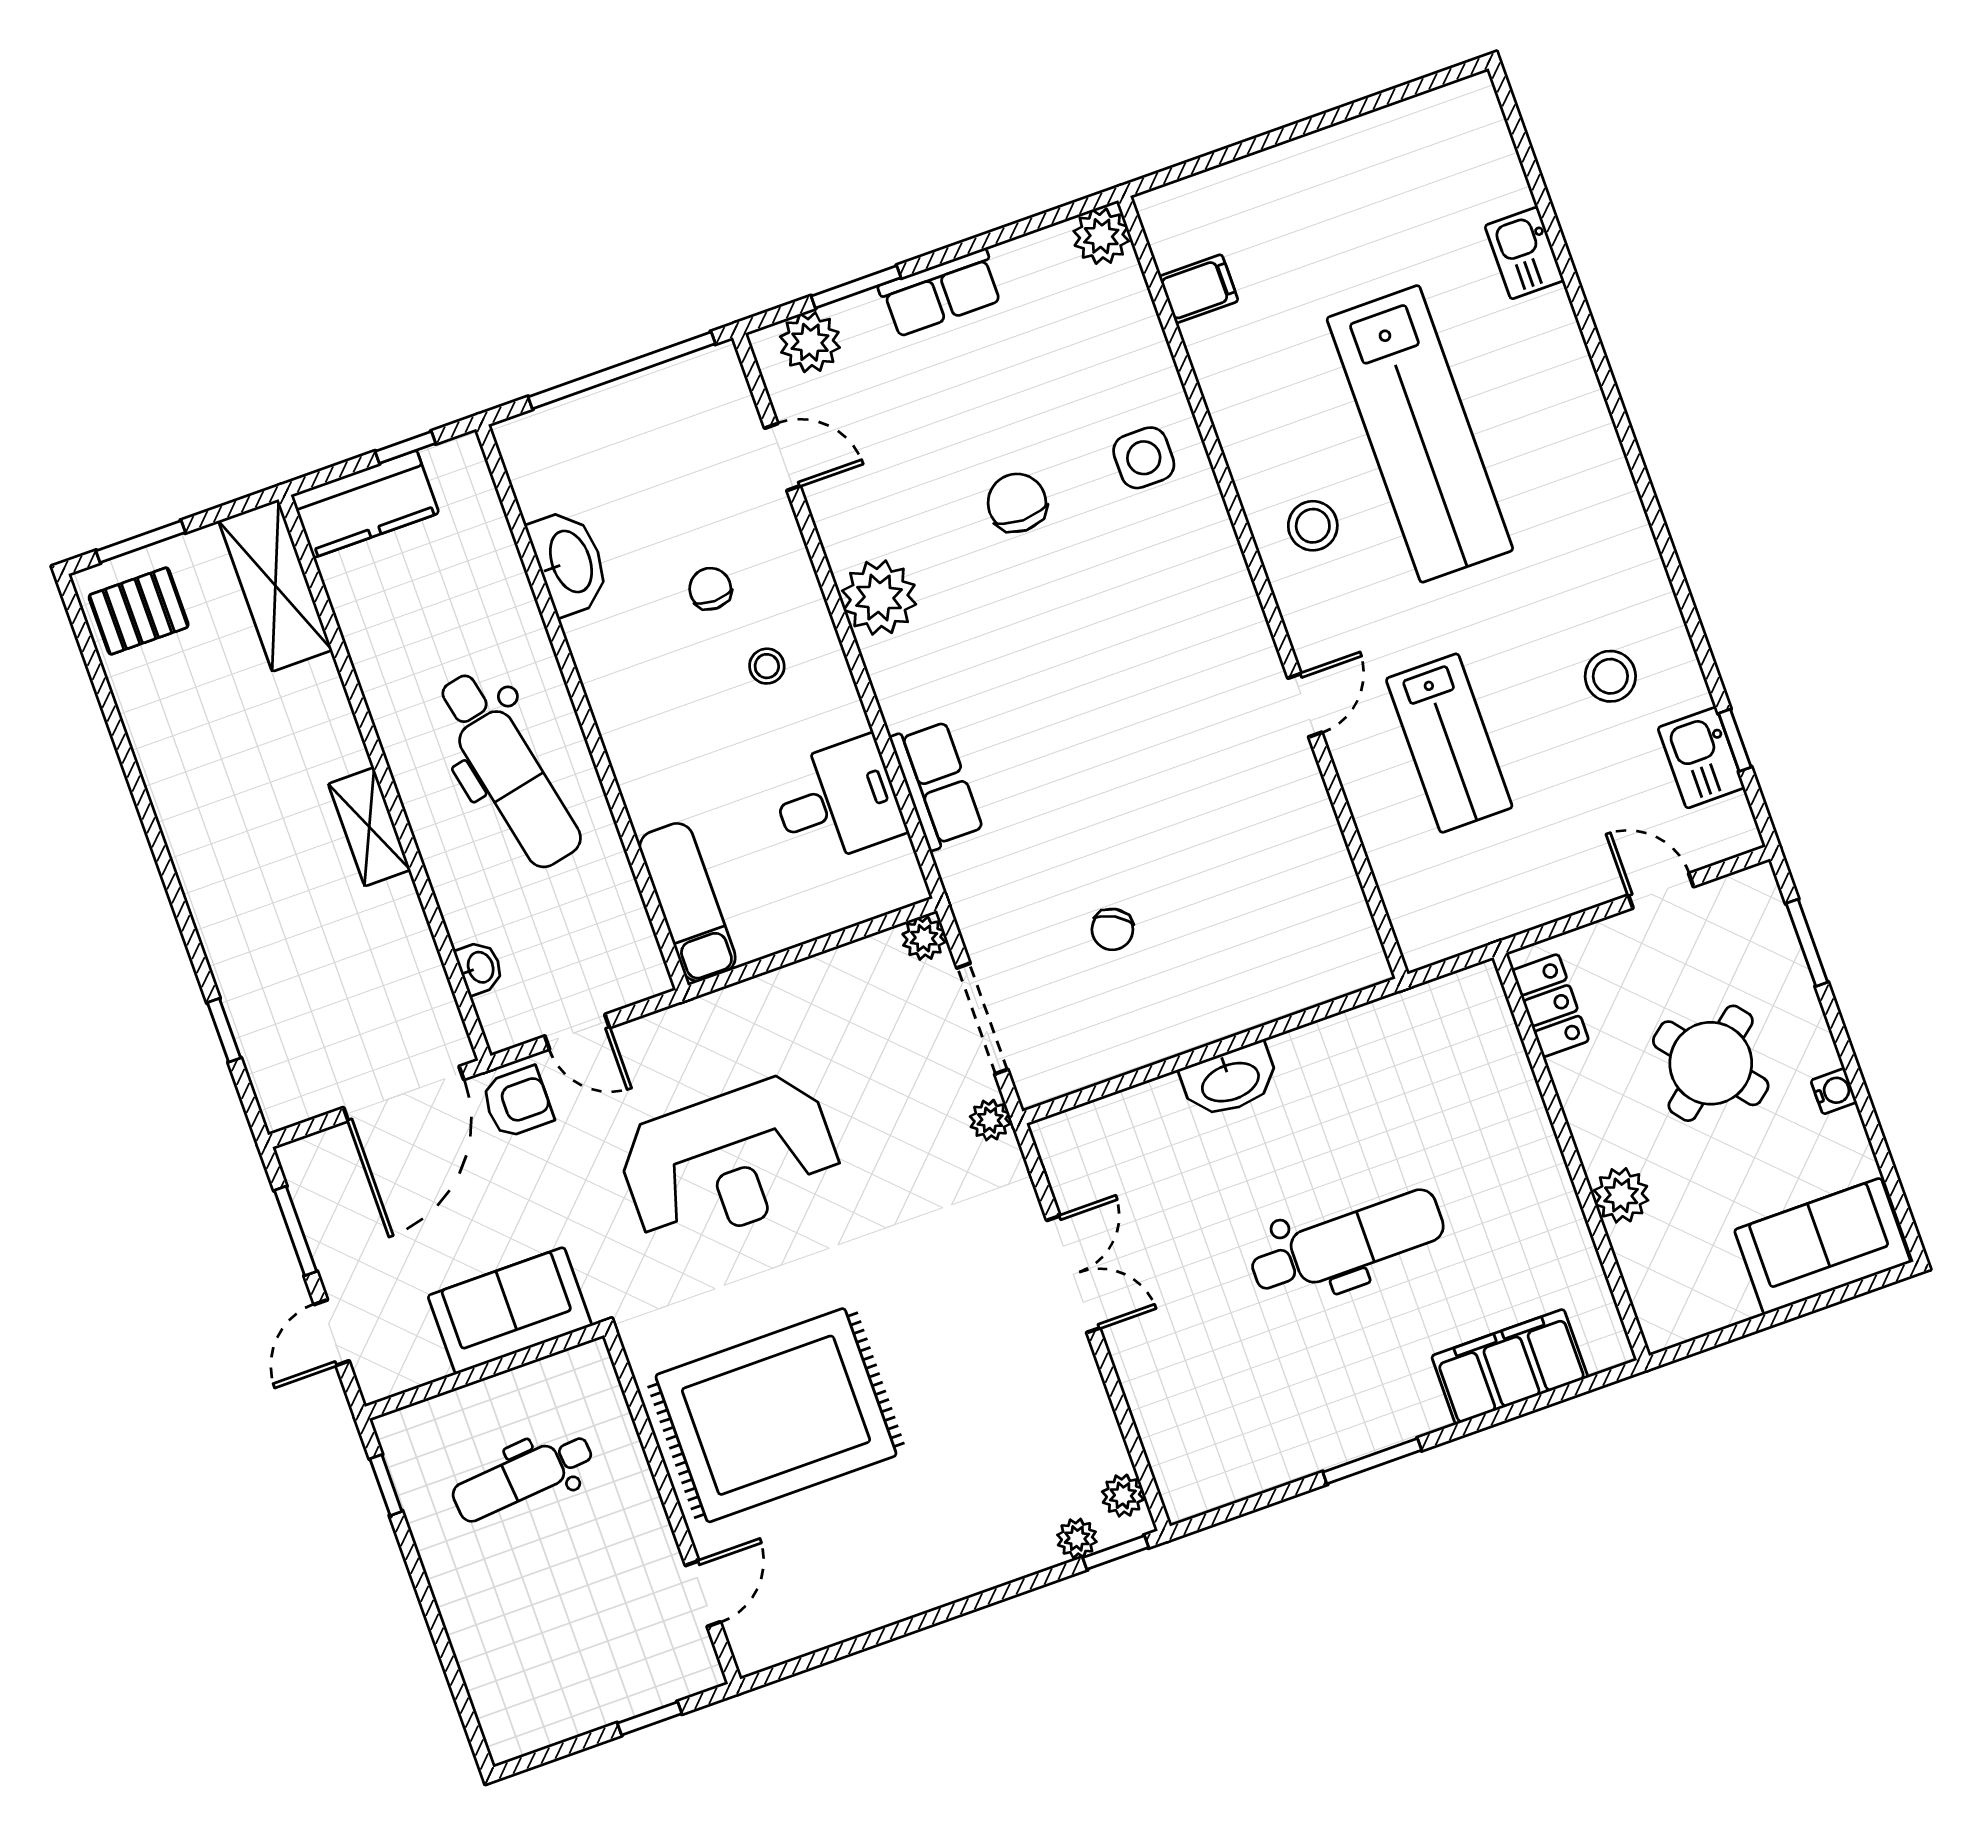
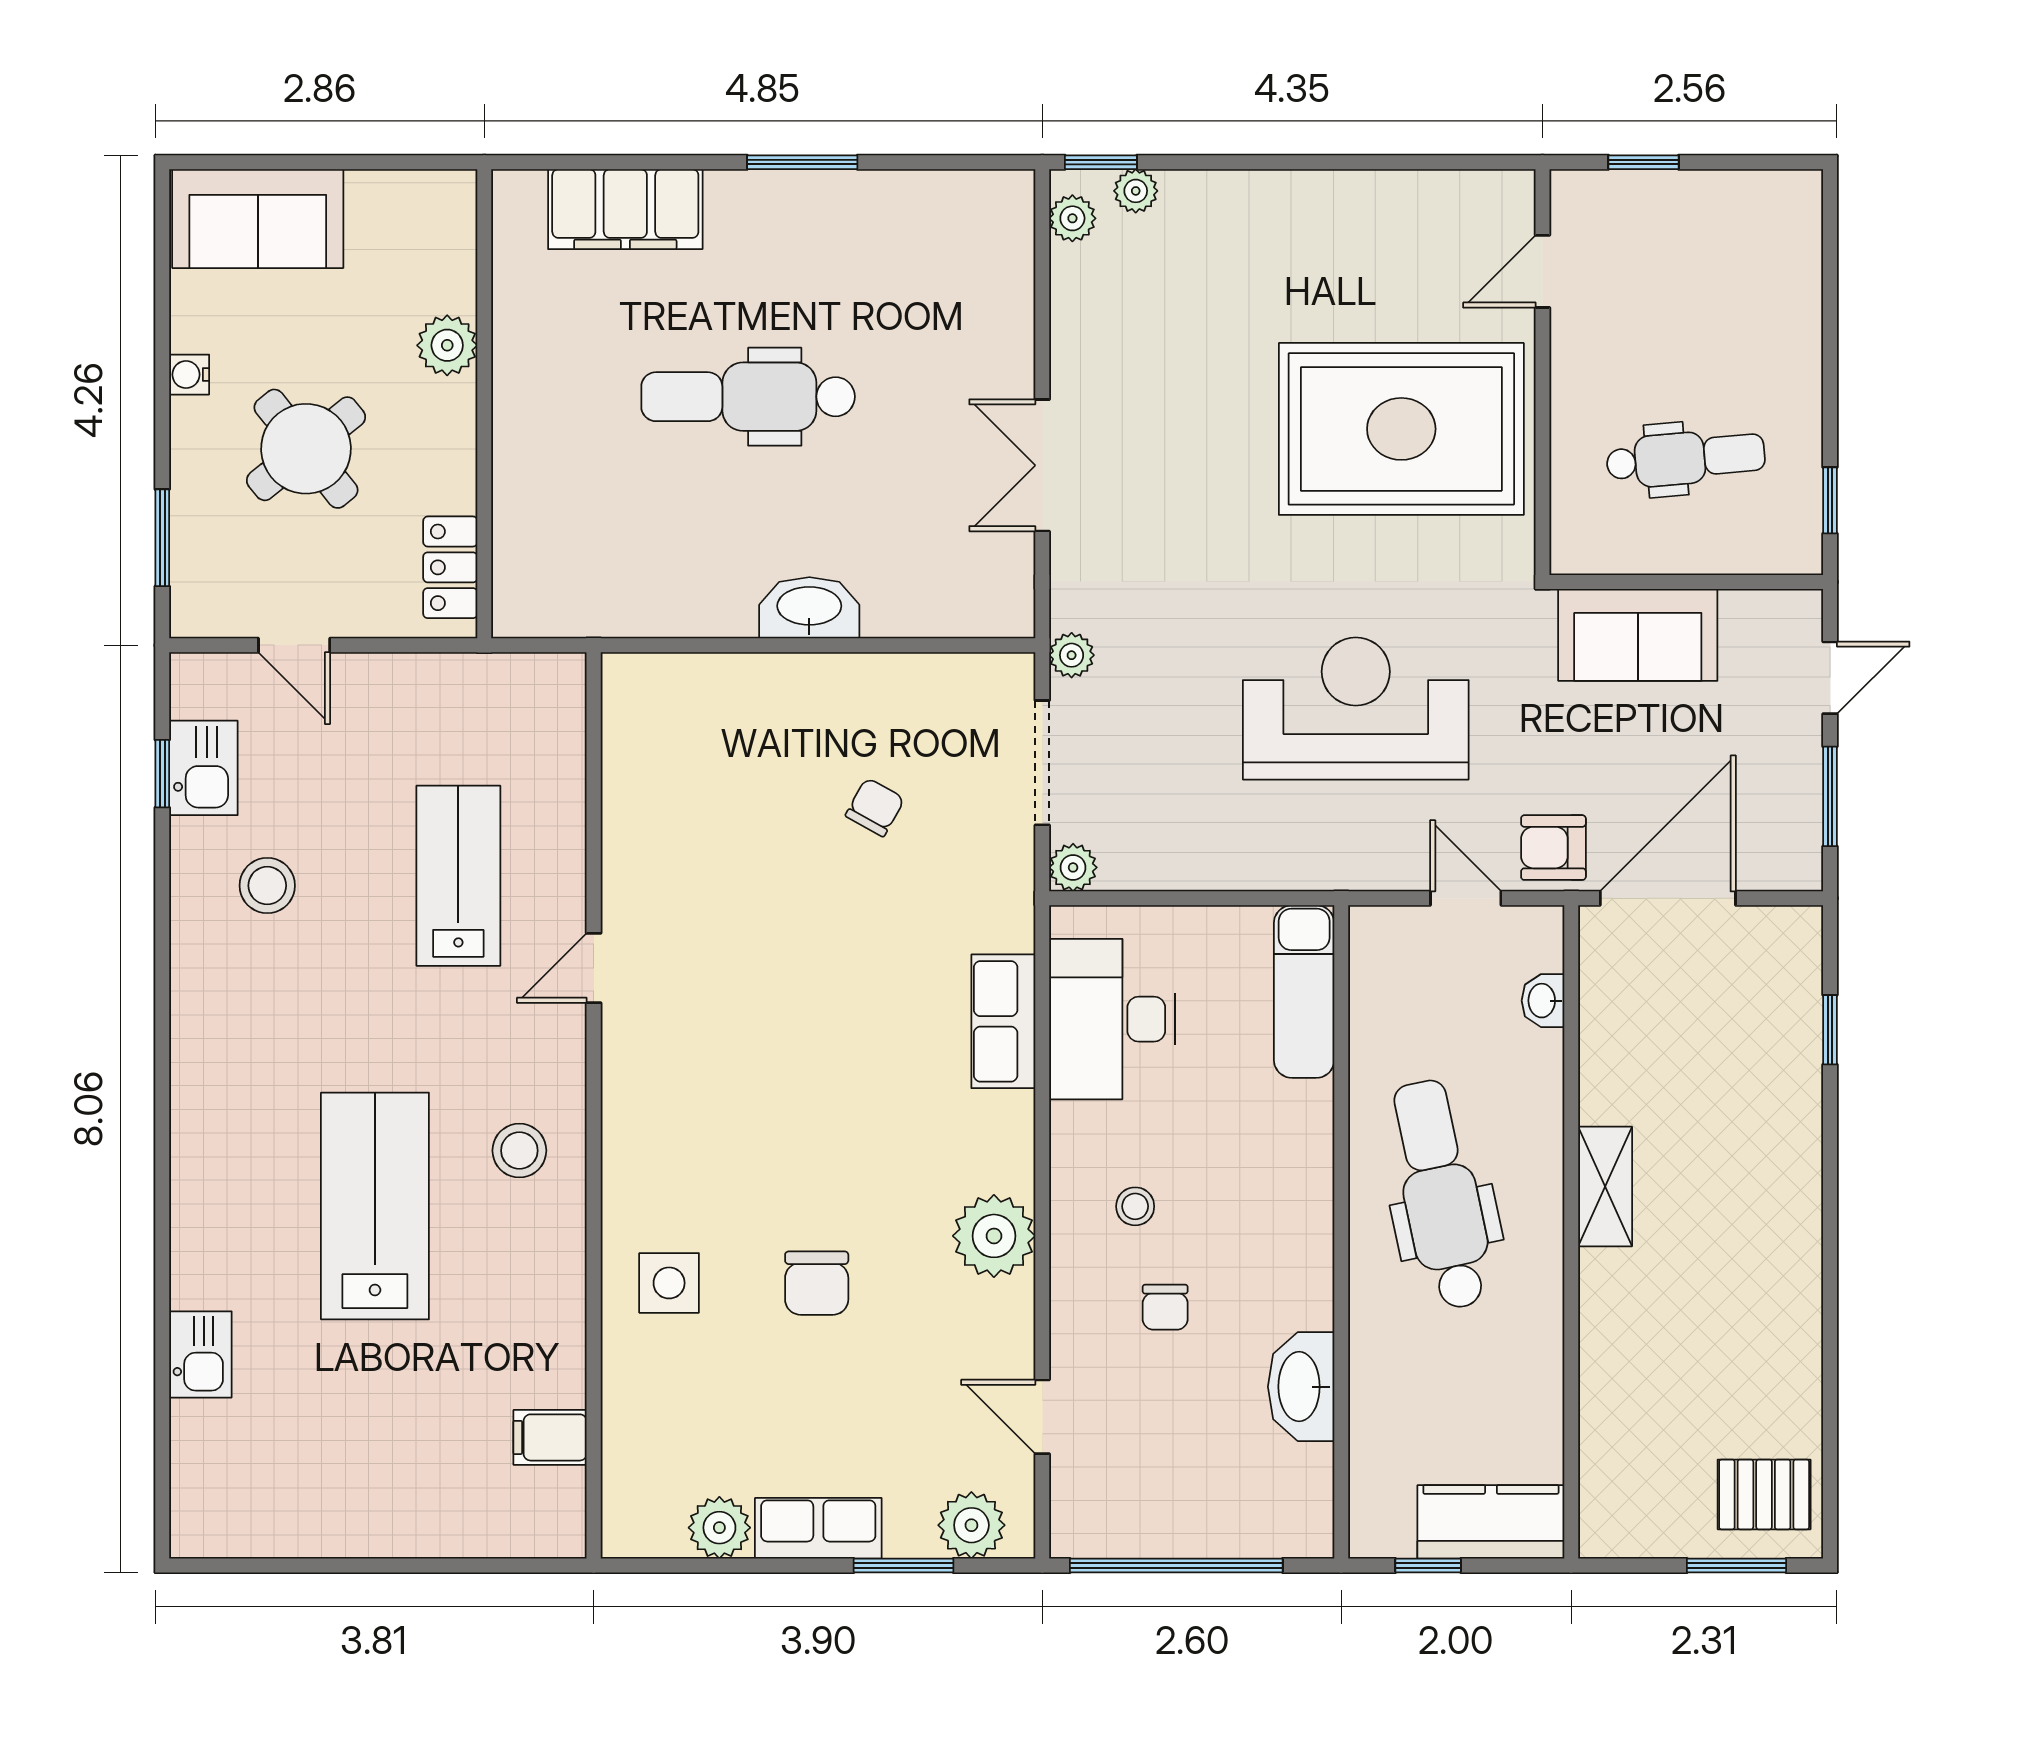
plant: (1101, 236) -> (719, 1528), moved
lab bench: (1420, 434) -> (375, 1206), width x0.73
shelving: (275, 585) -> (1613, 1471), removed
desk: (837, 801) -> (1112, 1019), width x1.37

